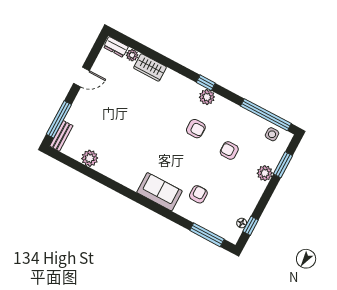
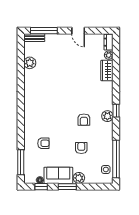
window: (283, 165) -> (67, 187), moved
sofa: (159, 192) -> (58, 175), moved, turned -90

